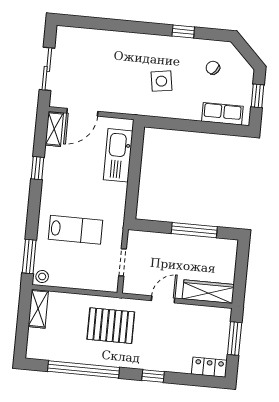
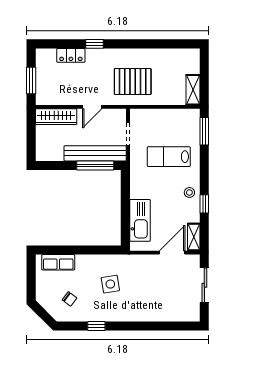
window: (258, 96) -> (31, 280), removed
window: (194, 230) -> (95, 166), moved
bench: (165, 242) -> (95, 153), added
stool: (42, 276) -> (189, 192), moved
locker: (209, 367) -> (71, 55), moved
window: (83, 369) -> (152, 44), removed

